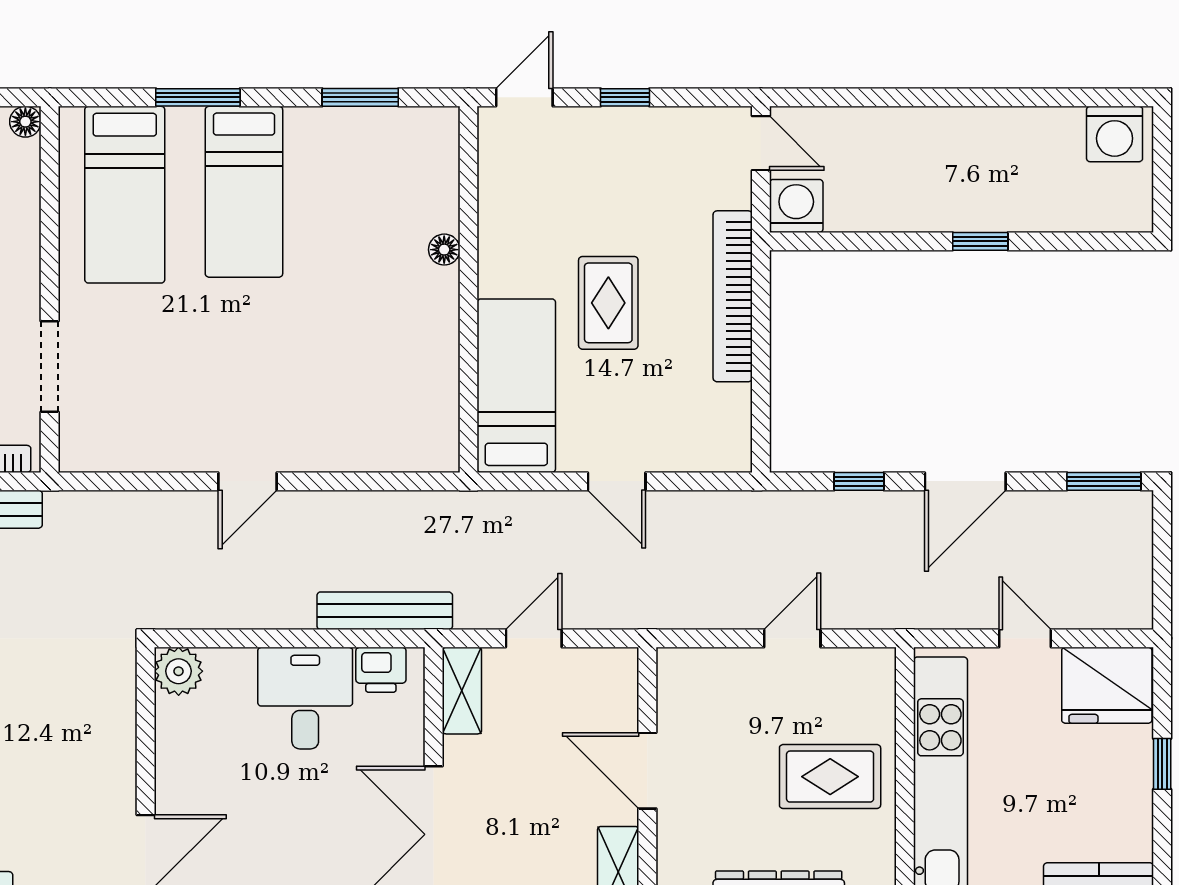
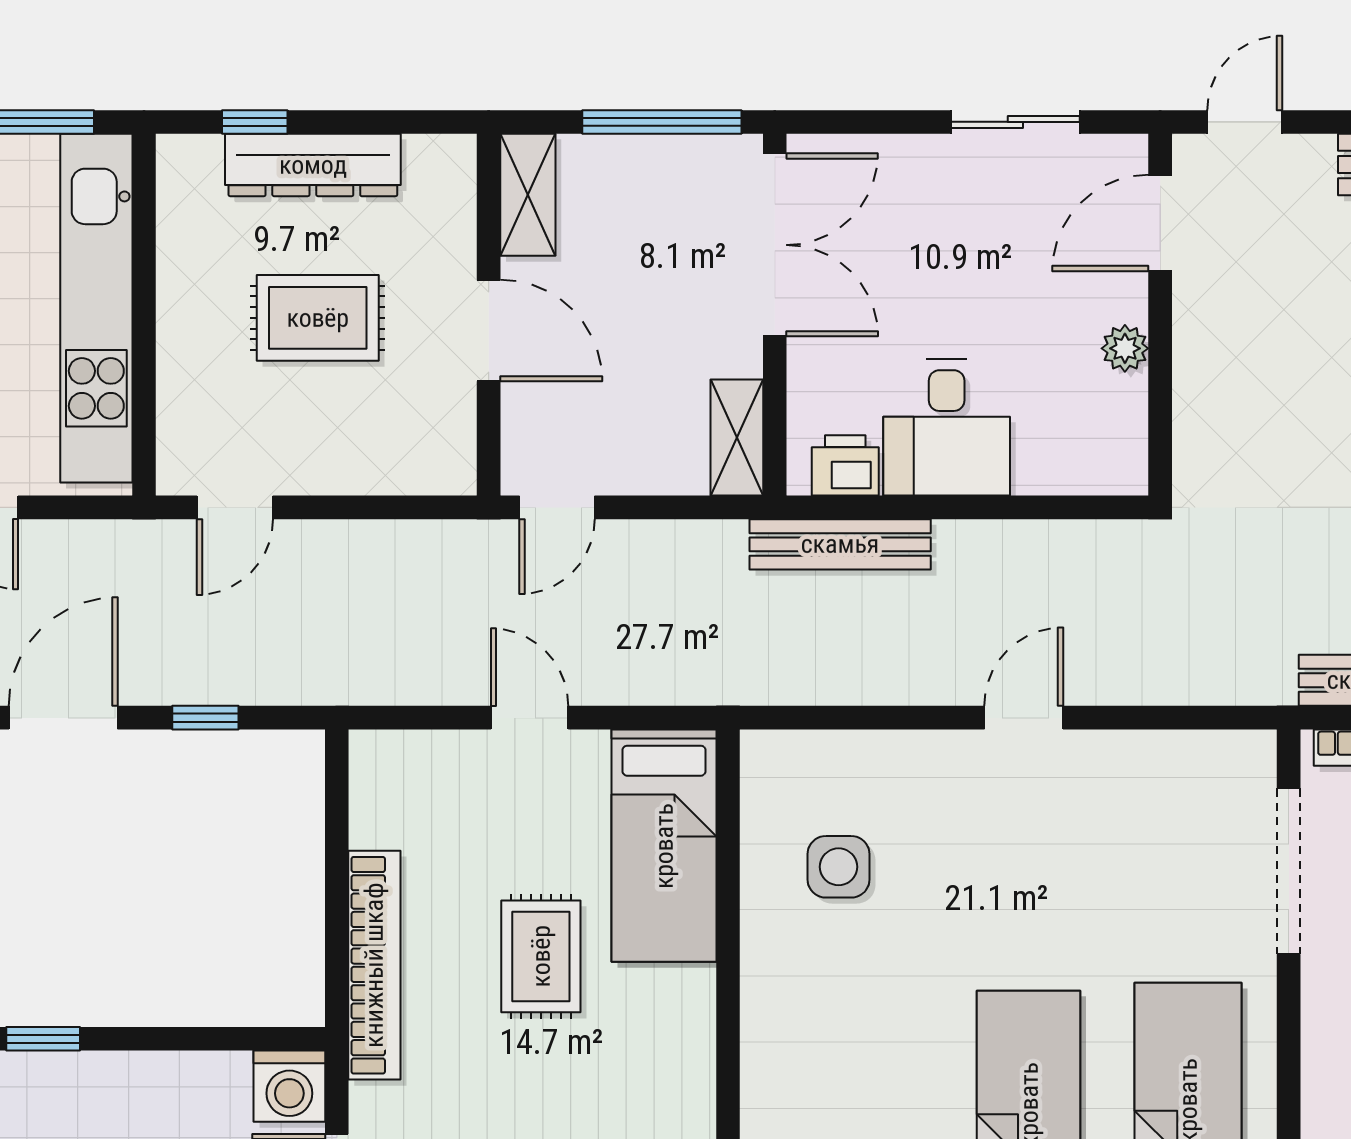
floor lamp: (444, 250) -> (761, 1028), removed
doorway: (50, 366) -> (1289, 871), width x1.36
side table: (386, 370) -> (839, 867), added
door: (534, 638) -> (557, 507), moved
door: (792, 638) -> (235, 507), moved
plant: (179, 671) -> (1125, 348), moved, width x0.73, depth x0.73
rug: (830, 777) -> (318, 318), moved

